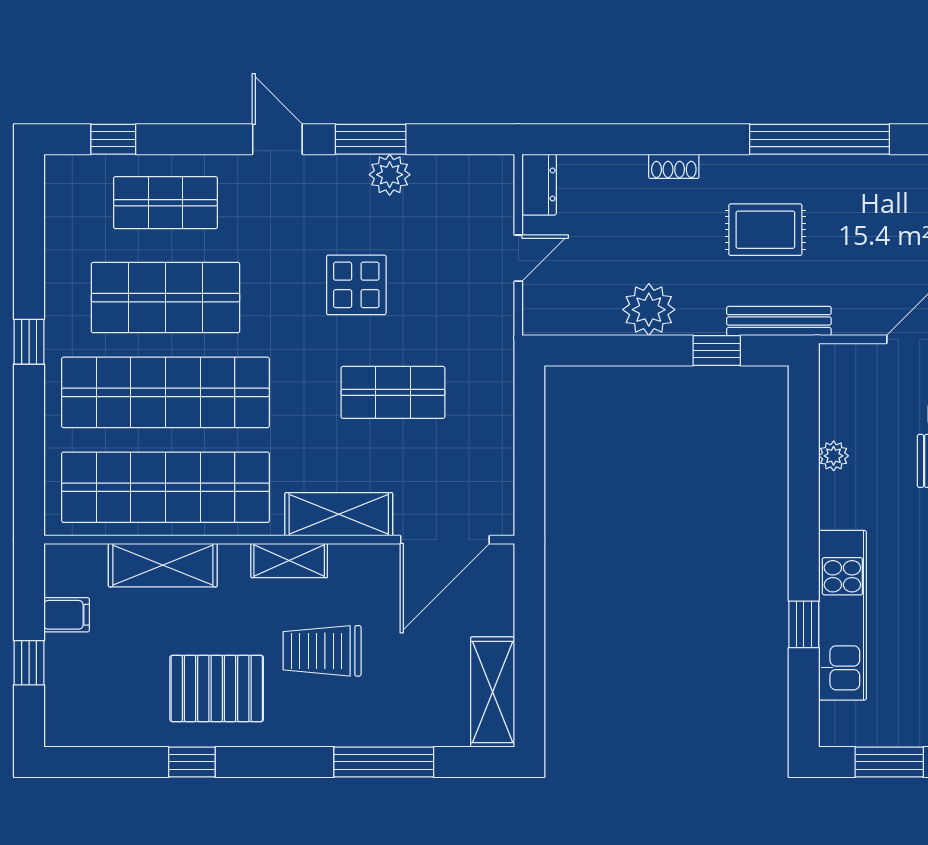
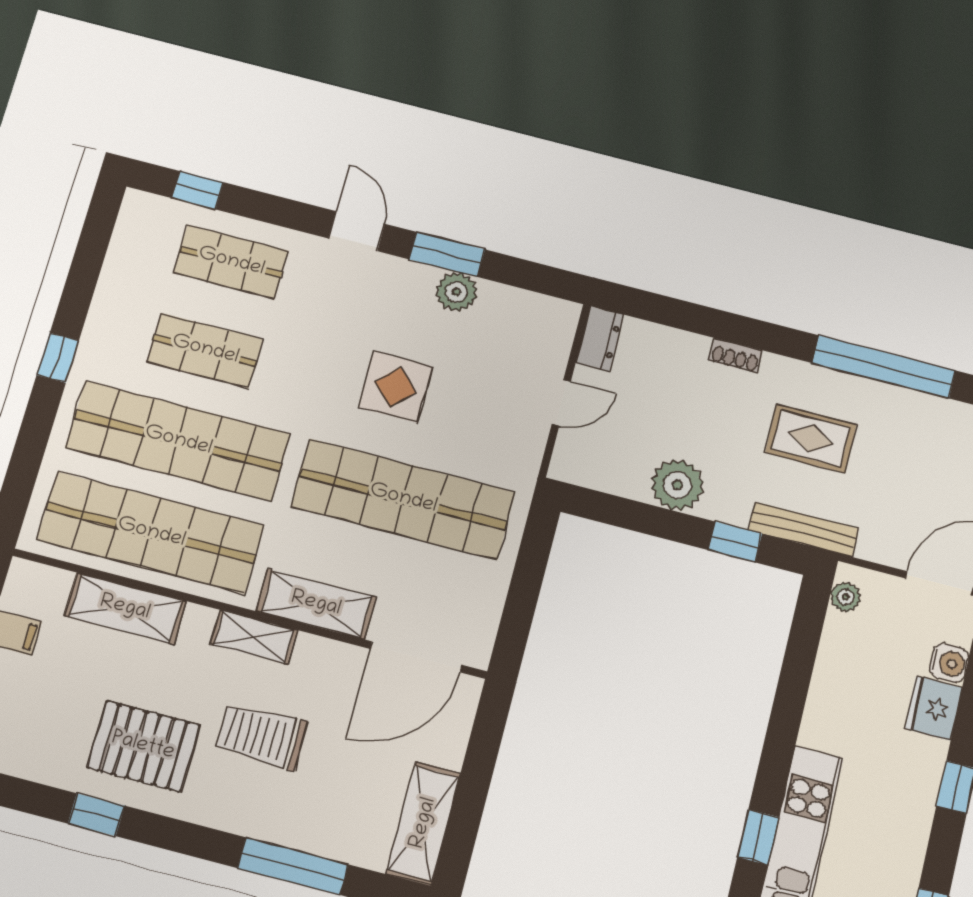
shop shelf: (165, 298) -> (205, 350), width x0.70, depth x0.74
shop shelf: (393, 392) -> (403, 499), width x2.00, depth x1.36
plant: (834, 456) -> (845, 597), moved

